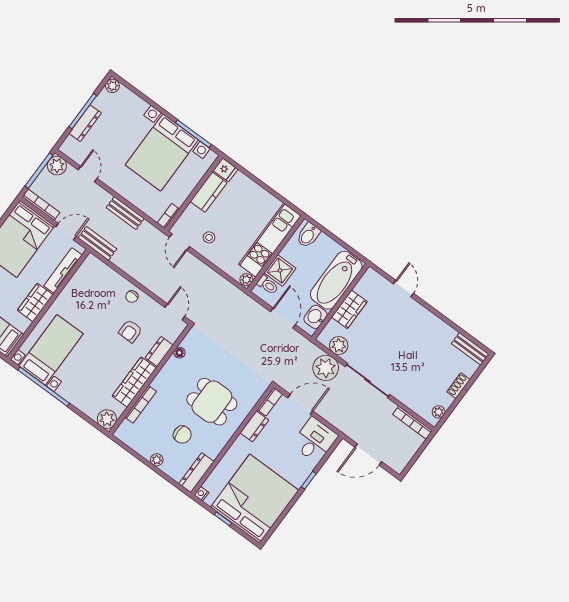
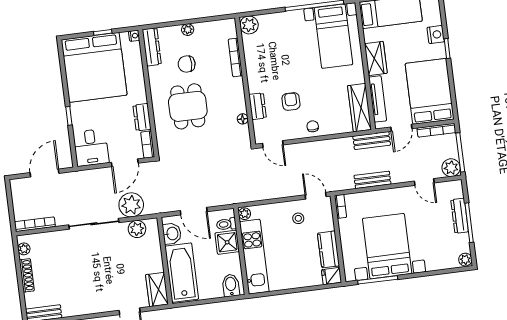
wardrobe: (349, 309) -> (157, 289), moved
wardrobe: (134, 382) -> (360, 108), moved, turned 180
shoe rack: (458, 386) -> (27, 275), width x1.43
dining table: (212, 402) -> (188, 106), turned 90

